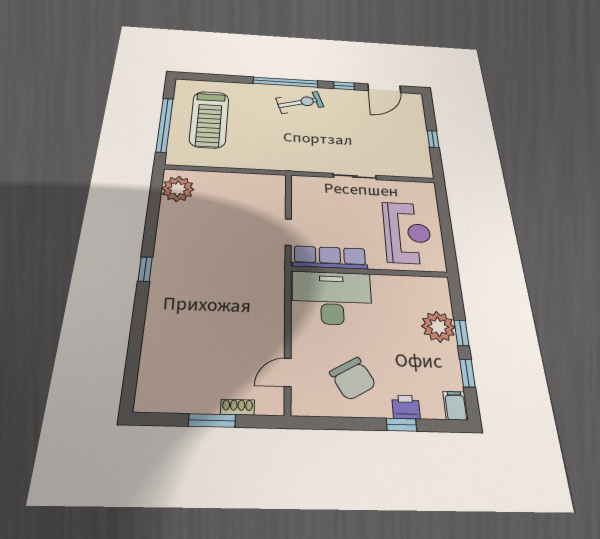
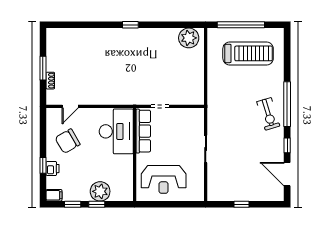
treadmill: (209, 119) -> (248, 53), turned 180
door: (288, 372) -> (70, 106), swing flipped

